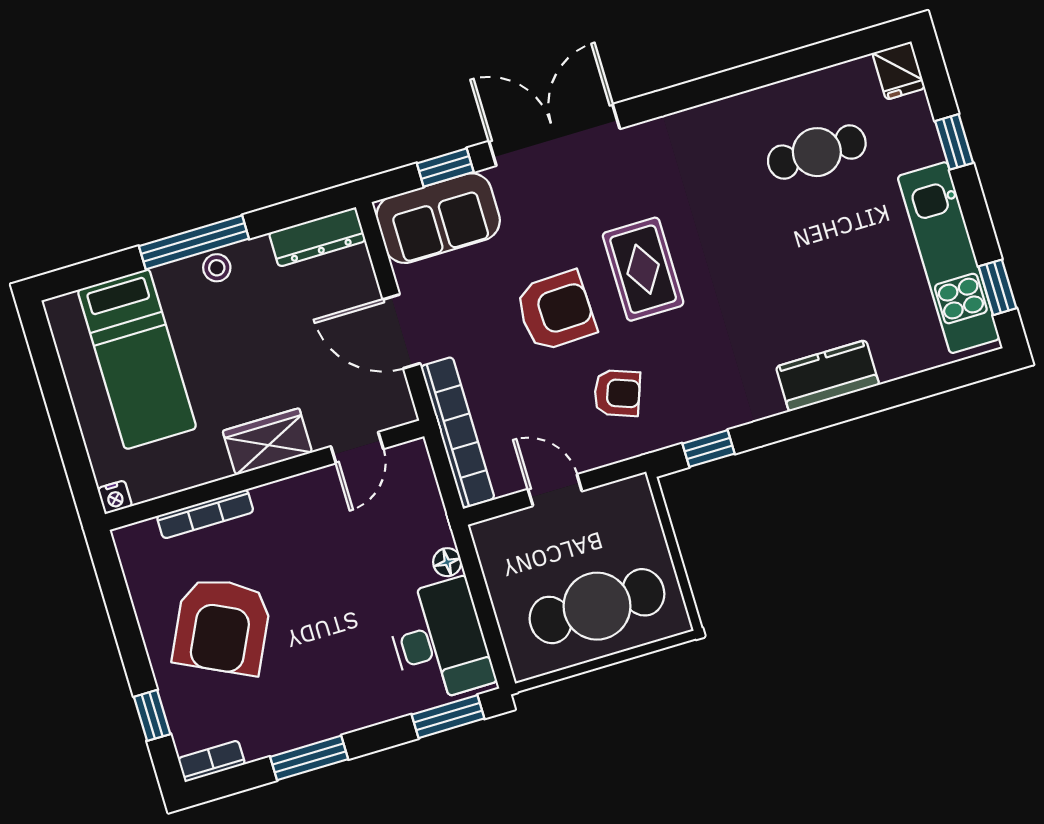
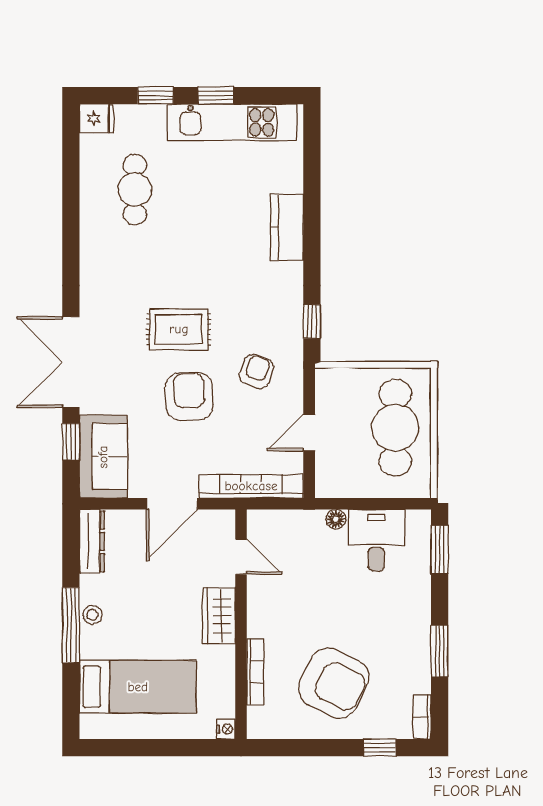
window: (997, 287) -> (216, 96), moved
desk: (439, 641) -> (376, 540), width x0.73

